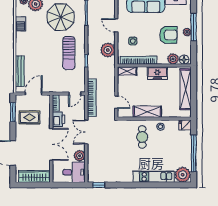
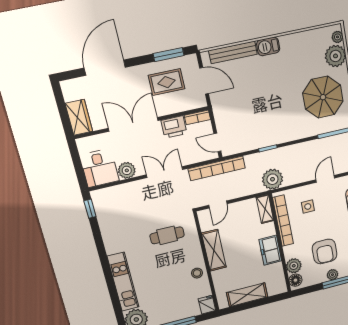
barbecue: (21, 24) -> (268, 46), moved
plant: (108, 50) -> (272, 179), moved
sun lounger: (69, 53) -> (274, 121), removed
shelving: (186, 89) -> (247, 295), width x0.68
rug: (29, 117) -> (167, 82), turned 90
cafe table: (142, 137) -> (167, 235), moved
double door: (51, 144) -> (133, 124), swing flipped
wardrobe: (34, 176) -> (79, 117), width x0.67

